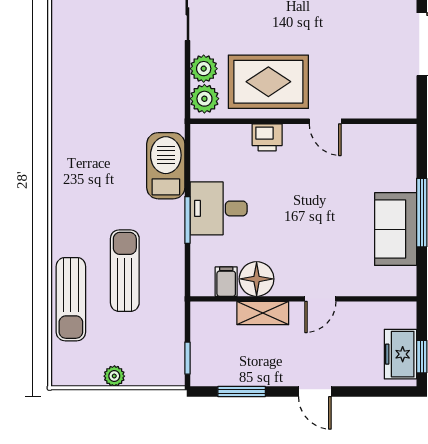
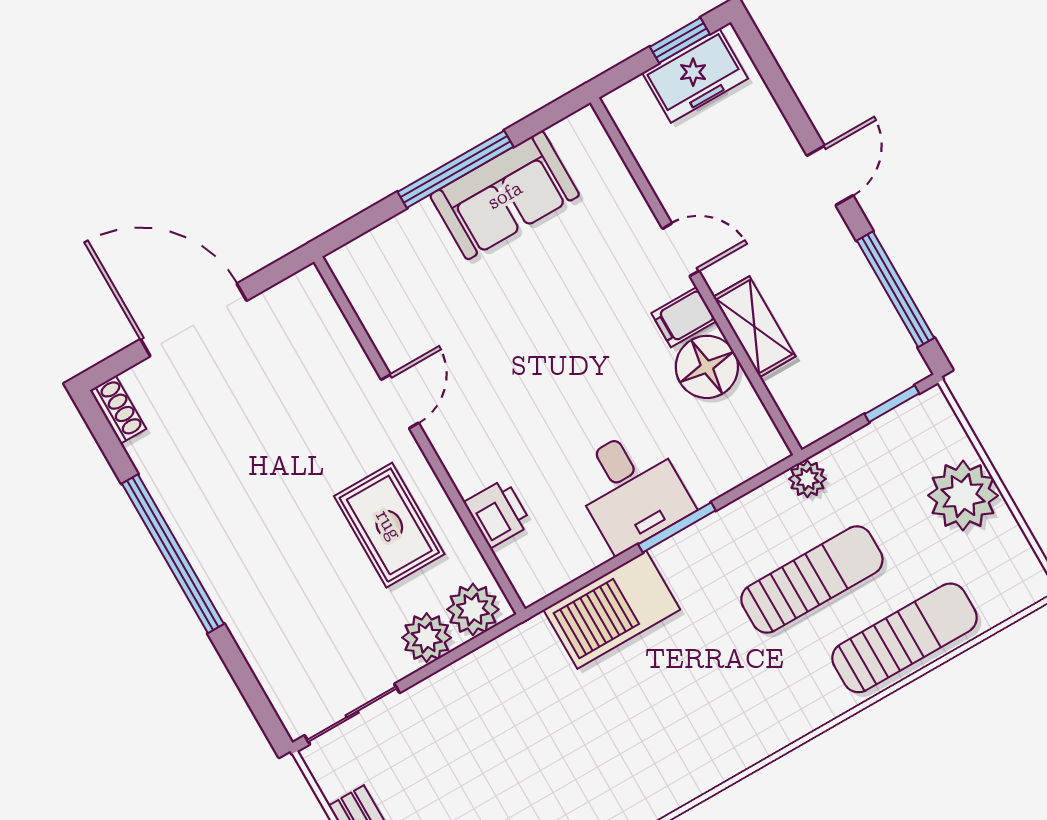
rug: (268, 82) -> (389, 525), width x0.73, depth x0.70
printer: (267, 137) -> (498, 513), moved
sun lounger: (125, 271) -> (812, 580), turned 180
filing cabinet: (226, 282) -> (684, 317), moved
plant: (175, 296) -> (807, 479), added
plant: (114, 376) -> (963, 496), width x1.88, depth x1.88
window: (242, 392) -> (896, 289), width x1.44

